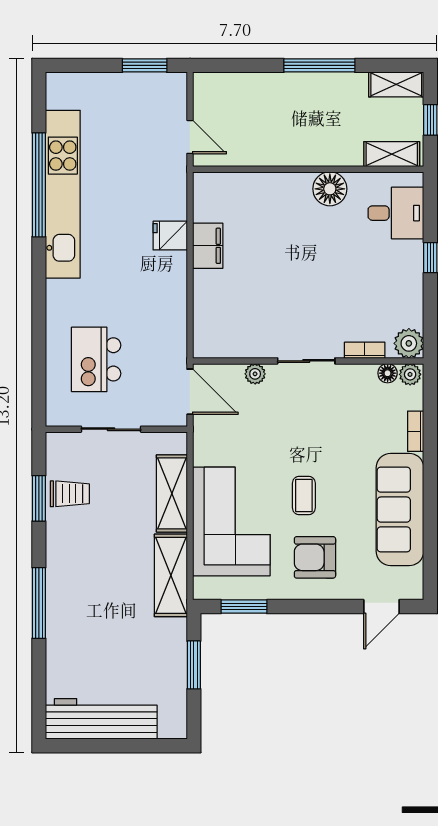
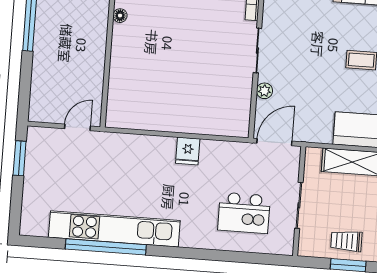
floor lamp: (330, 189) -> (120, 16), width x0.53, depth x0.53
fridge: (170, 236) -> (188, 151), moved
filing cabinet: (208, 246) -> (163, 120), removed
trolley: (70, 494) -> (346, 241), turned -90

